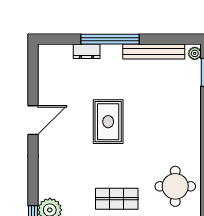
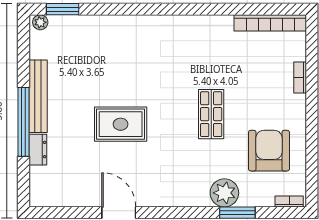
bench: (154, 52) -> (38, 96), moved
round table: (175, 186) -> (197, 45), removed

